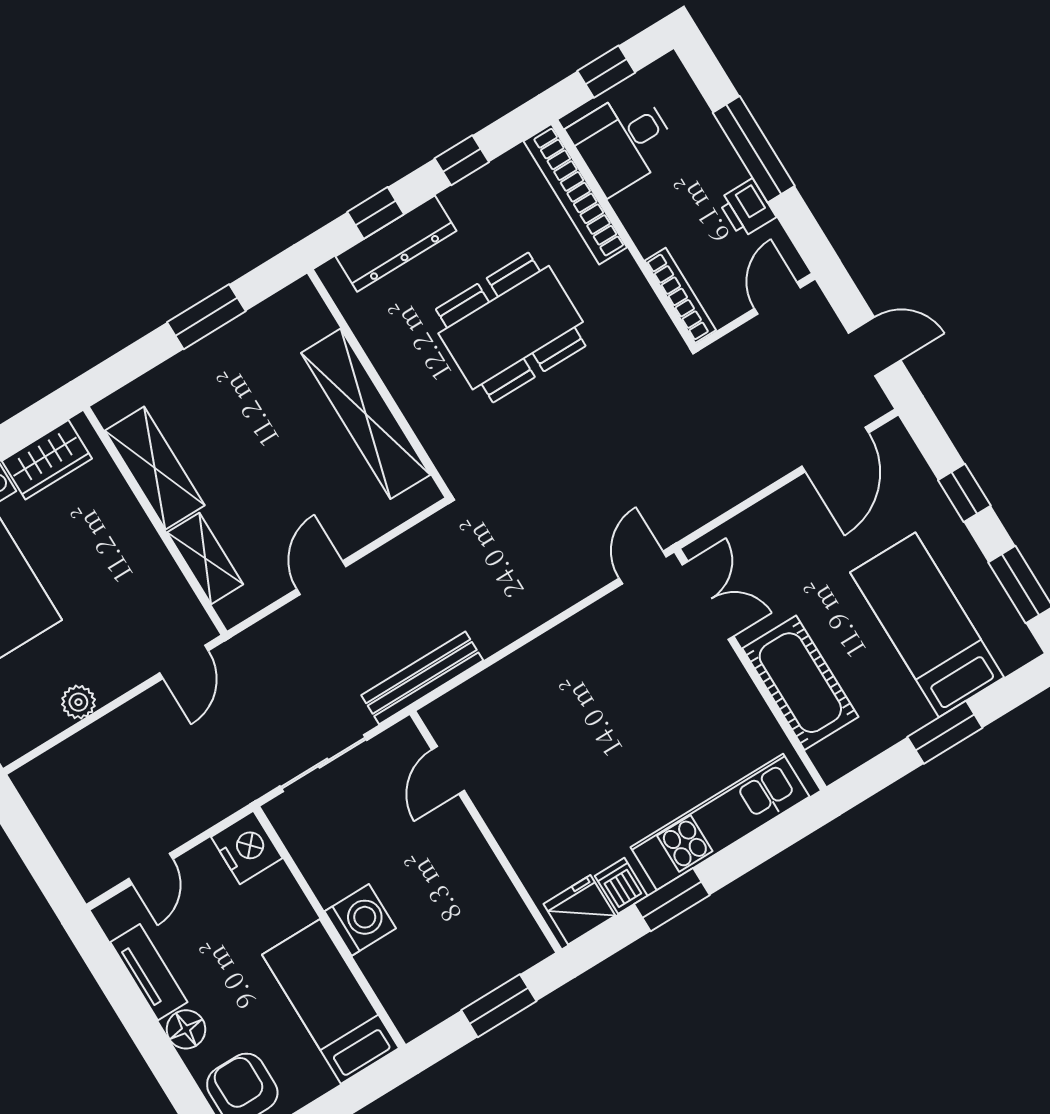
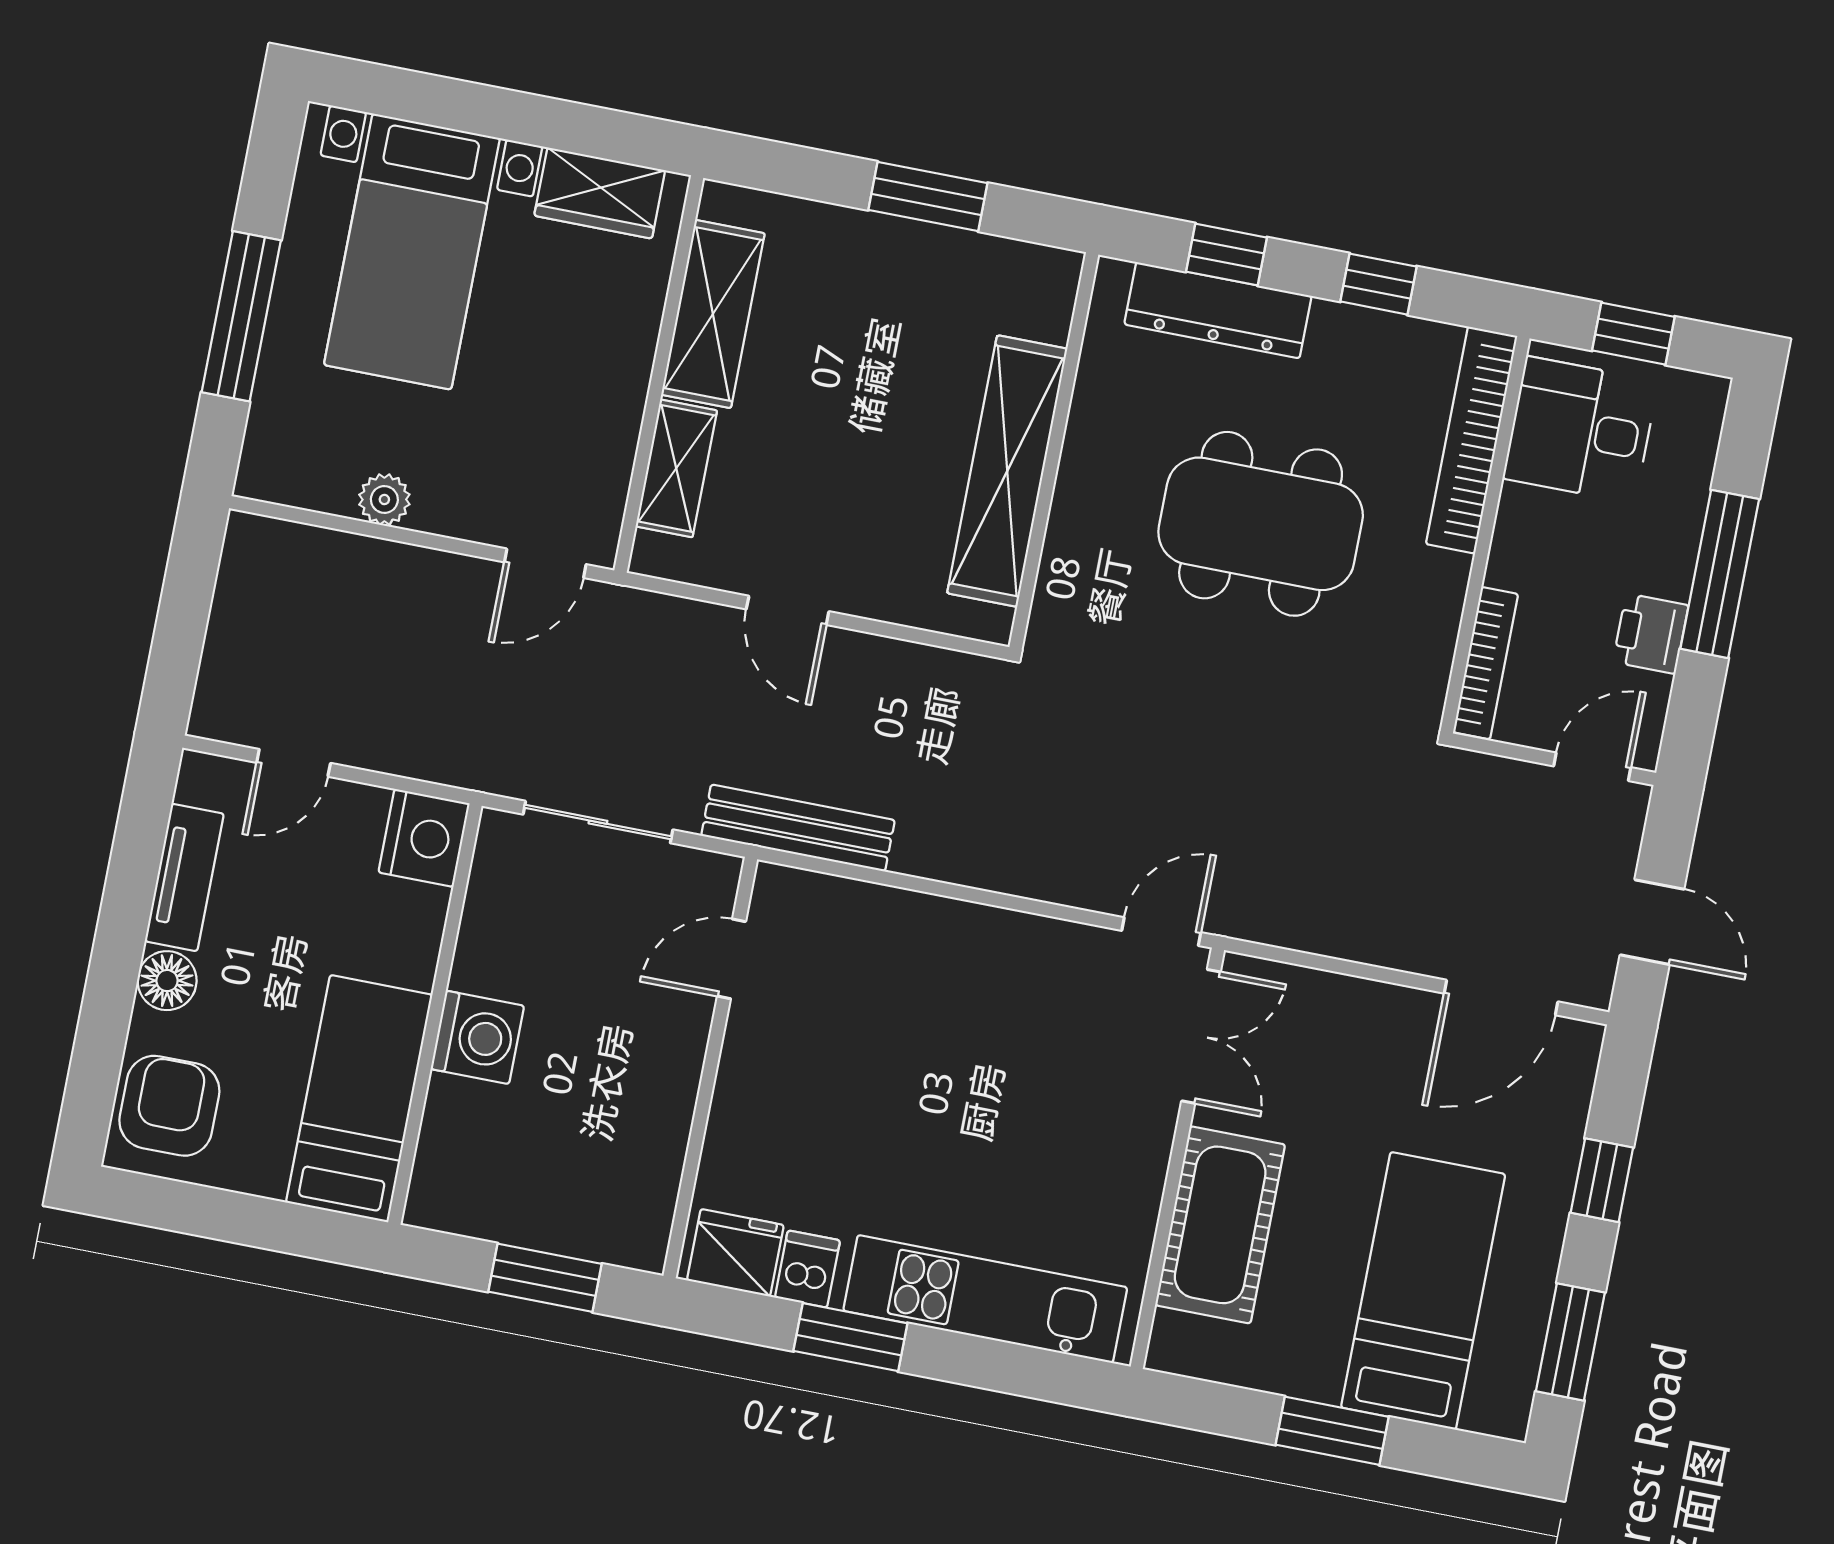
door: (321, 578) -> (788, 610), swing flipped

